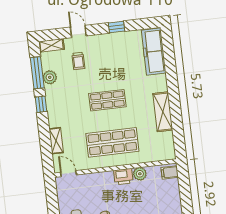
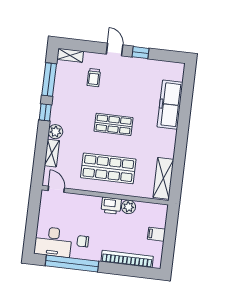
door: (78, 32) -> (115, 49), moved
freezer: (154, 52) -> (170, 105), moved
plant: (50, 77) -> (55, 132), moved
shelving: (163, 112) -> (163, 178), moved
filing cabinet: (170, 172) -> (156, 234), moved

